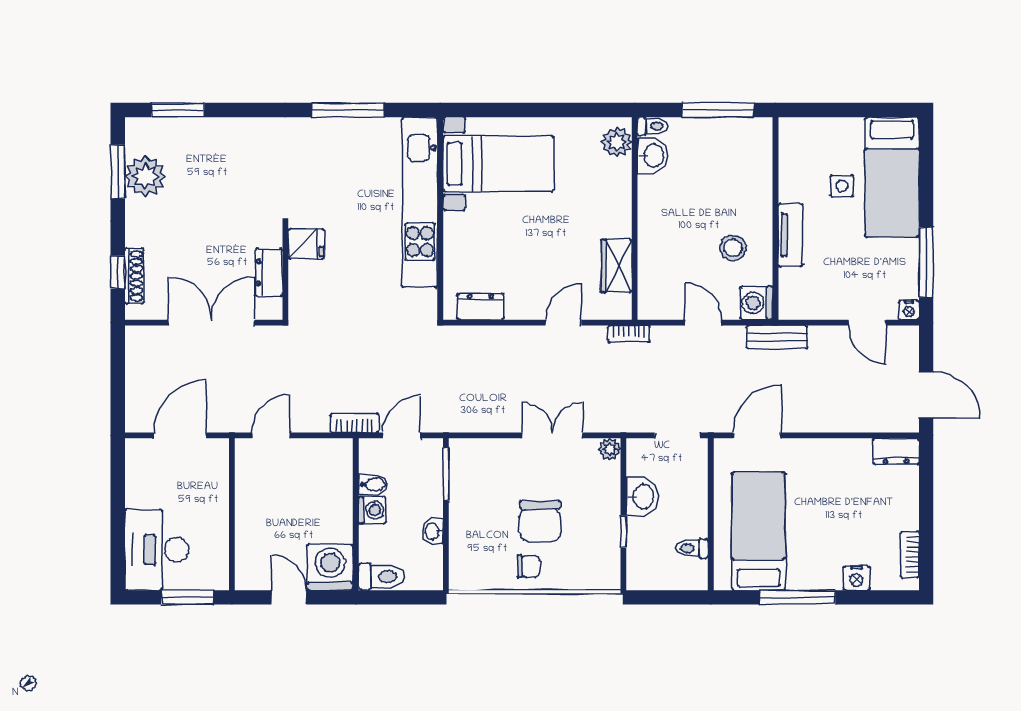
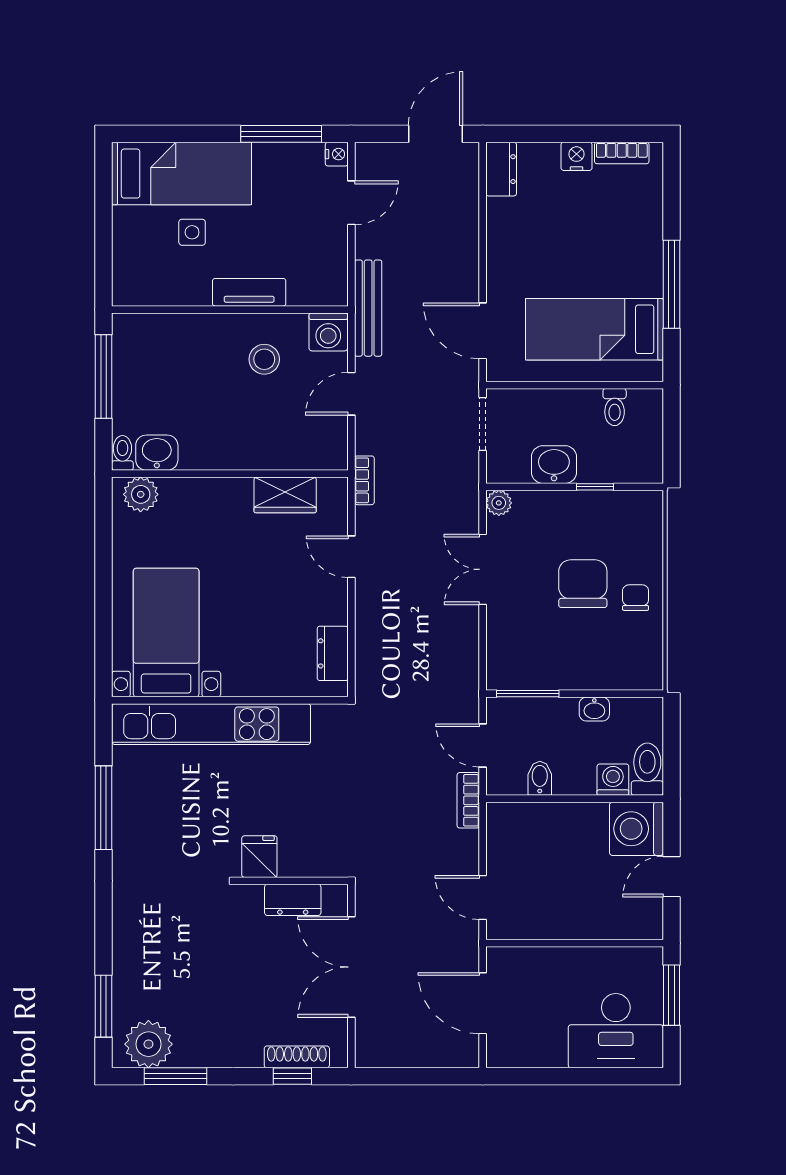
plant: (145, 176) -> (148, 1044), moved
bench: (777, 337) -> (368, 308), width x1.36
washing machine: (372, 510) -> (613, 780), moved
chair: (540, 521) -> (583, 584), turned -90
nightstand: (857, 578) -> (577, 156), moved, turned -90

